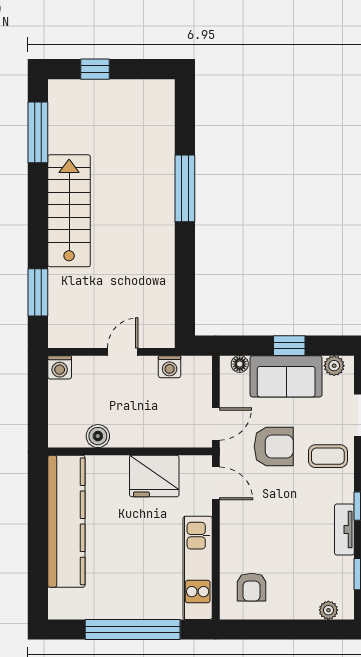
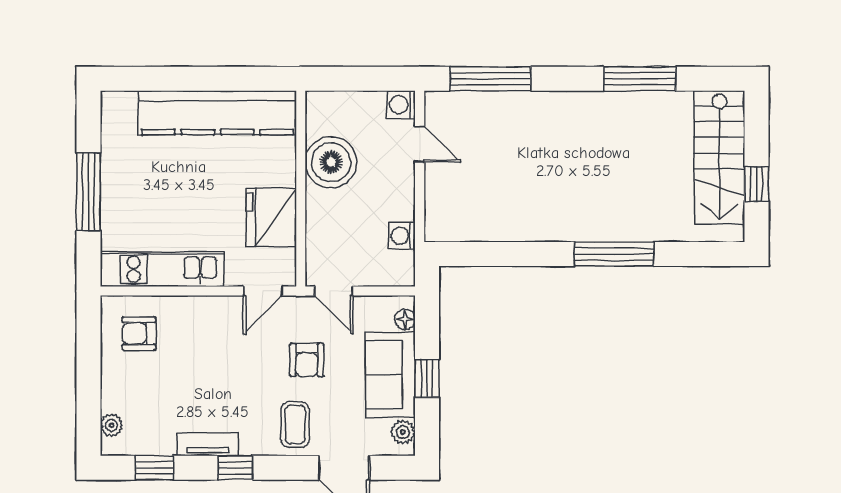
window: (95, 69) -> (757, 184), moved
window: (38, 132) -> (640, 79), moved
stairs: (69, 211) -> (719, 158), moved, turned 90
window: (38, 292) -> (490, 79), width x1.44
door: (123, 352) -> (420, 144), moved
boiler: (98, 436) -> (331, 162), width x1.86, depth x1.86
armchair: (274, 446) -> (307, 360), width x0.72, depth x0.72
window: (133, 629) -> (88, 192), width x0.68

